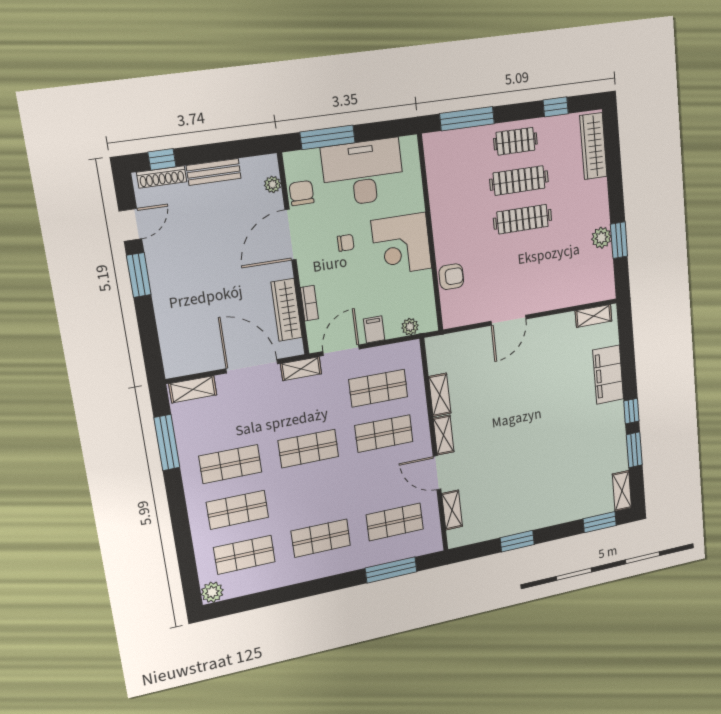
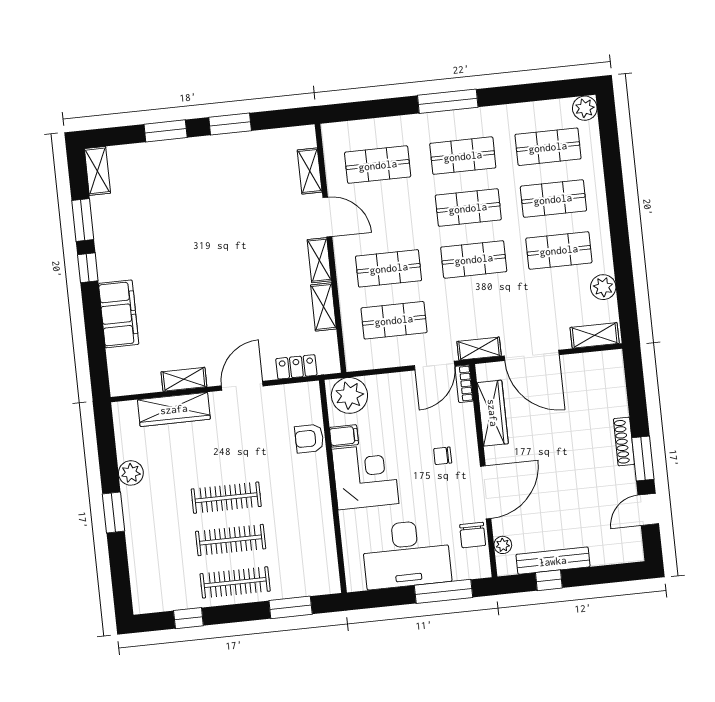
window: (467, 119) -> (291, 607), width x0.69
clothes rail: (515, 141) -> (235, 582), width x1.36
wardrobe: (593, 146) -> (174, 409), moved, turned 90
window: (162, 159) -> (549, 580), moved
bench: (214, 172) -> (553, 561), width x1.36
shoe rack: (162, 177) -> (624, 442), moved, turned -90
window: (619, 240) -> (114, 513), moved
chair: (346, 243) -> (443, 456), moved
bookcase: (309, 303) -> (464, 384), moved
shelving: (594, 316) -> (184, 379), moved
plant: (410, 327) -> (349, 395), width x1.88, depth x1.88
filing cabinet: (374, 329) -> (344, 436), moved, turned -90
locker: (463, 340) -> (296, 367), added
plant: (187, 435) -> (603, 287), added
window: (167, 443) -> (624, 281), removed
shop shelf: (315, 494) -> (468, 208), added
window: (600, 522) -> (166, 131), moved
window: (391, 570) -> (448, 101), moved

